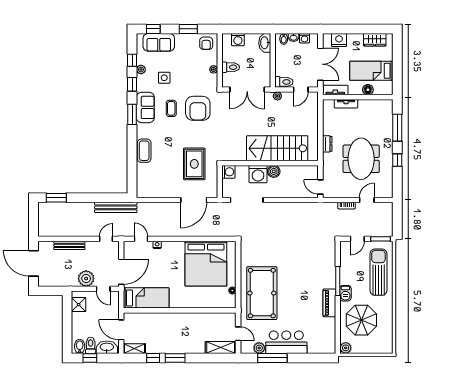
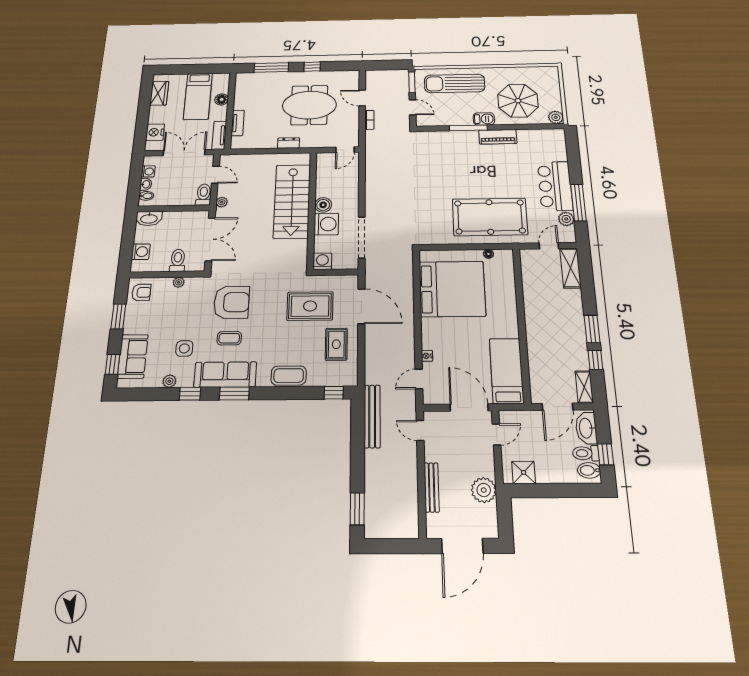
window: (132, 60) -> (334, 393), moved
sofa: (145, 107) -> (225, 375), width x1.36
rug: (166, 183) -> (336, 344), added
plant: (86, 278) -> (484, 490), moved

